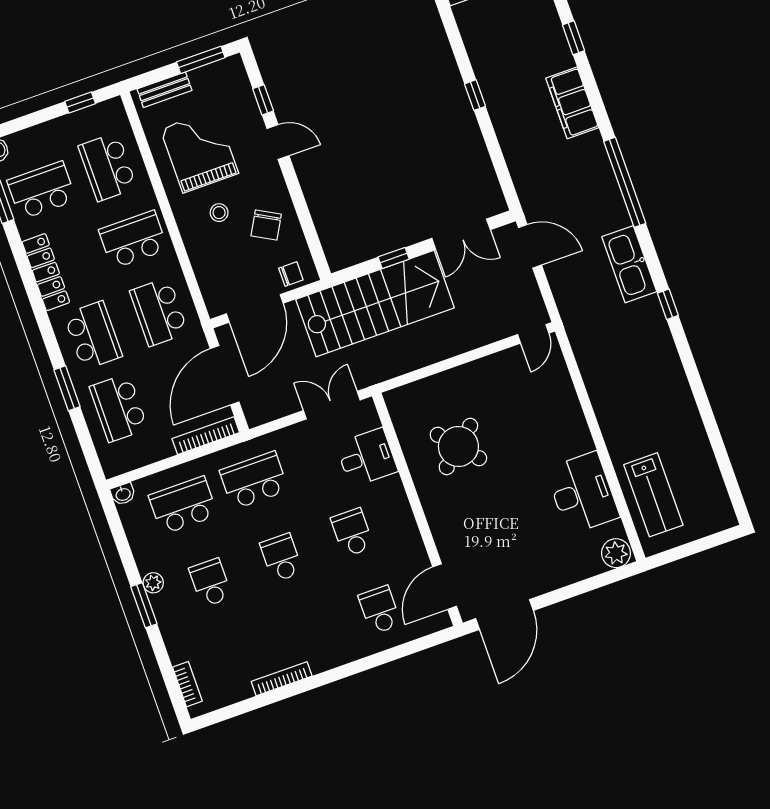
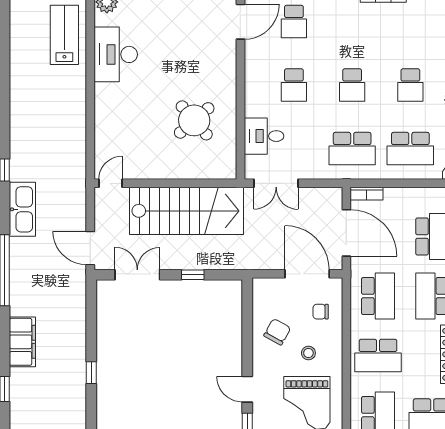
chair: (291, 274) -> (321, 312), moved
stairs: (375, 304) -> (186, 211), moved, turned 180
door: (255, 308) -> (307, 274), hinge flipped
door: (225, 375) -> (346, 233), hinge flipped
bookcase: (206, 436) -> (367, 194), width x0.64

